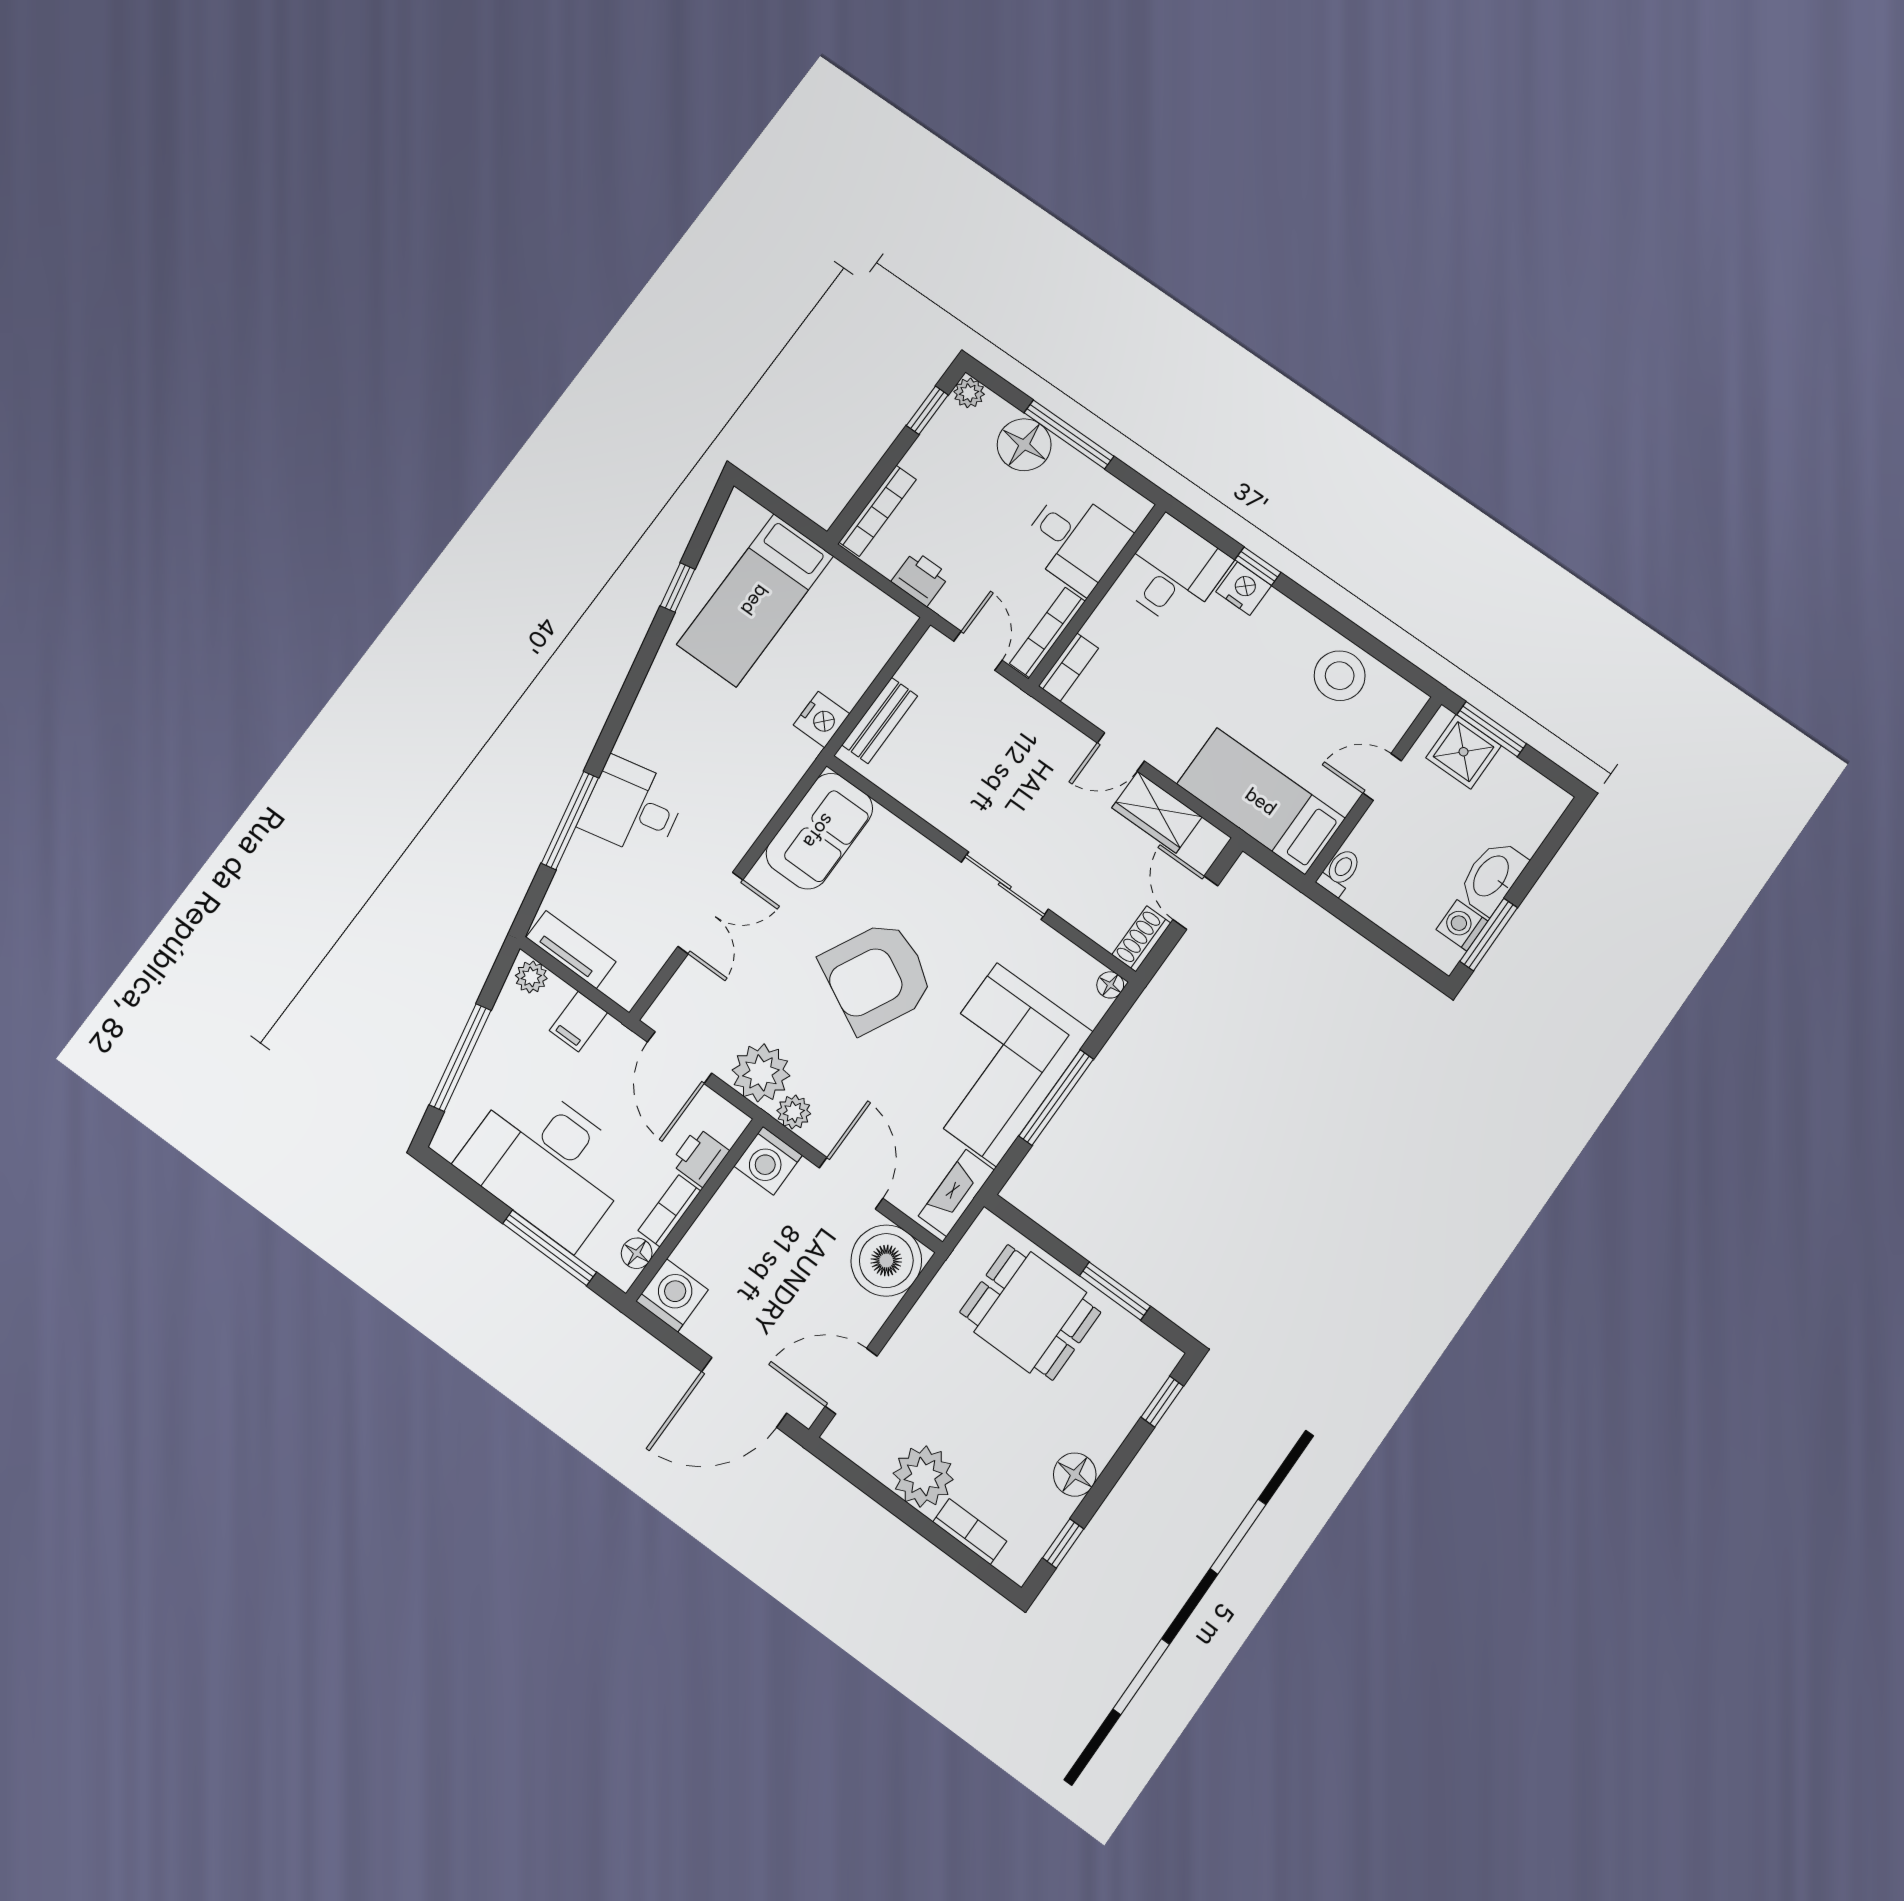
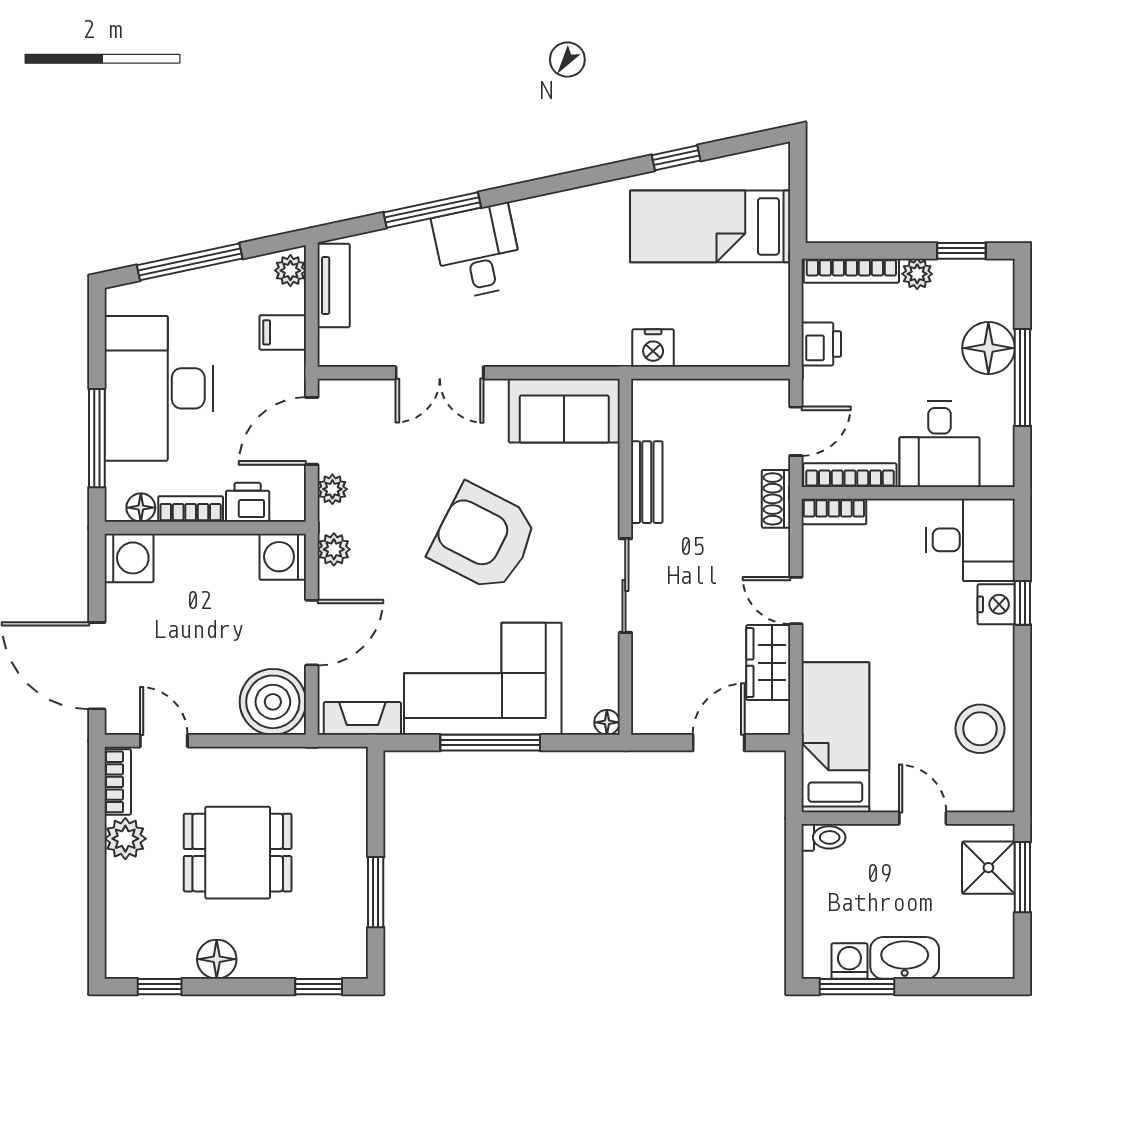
plant: (969, 393) -> (917, 274), moved
bench: (880, 720) -> (647, 482), moved, turned 90
shoe rack: (1141, 939) -> (776, 499), moved, turned -90
plant: (761, 1073) -> (332, 489), width x0.53, depth x0.53
dining table: (1030, 1312) -> (238, 853), moved, turned 90
door: (851, 1381) -> (164, 741), width x0.73
plant: (923, 1476) -> (125, 839), width x0.73, depth x0.73
bookcase: (970, 1532) -> (118, 782), moved

